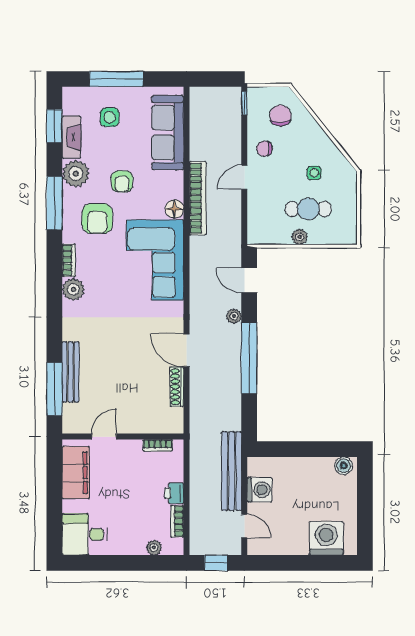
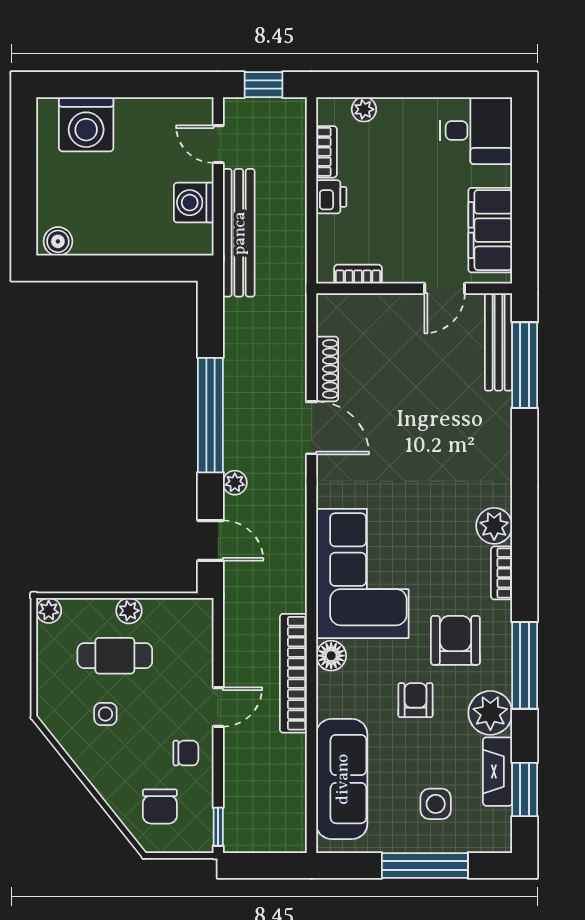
plant: (349, 237) -> (49, 610), added
bench: (71, 372) -> (499, 342), moved

